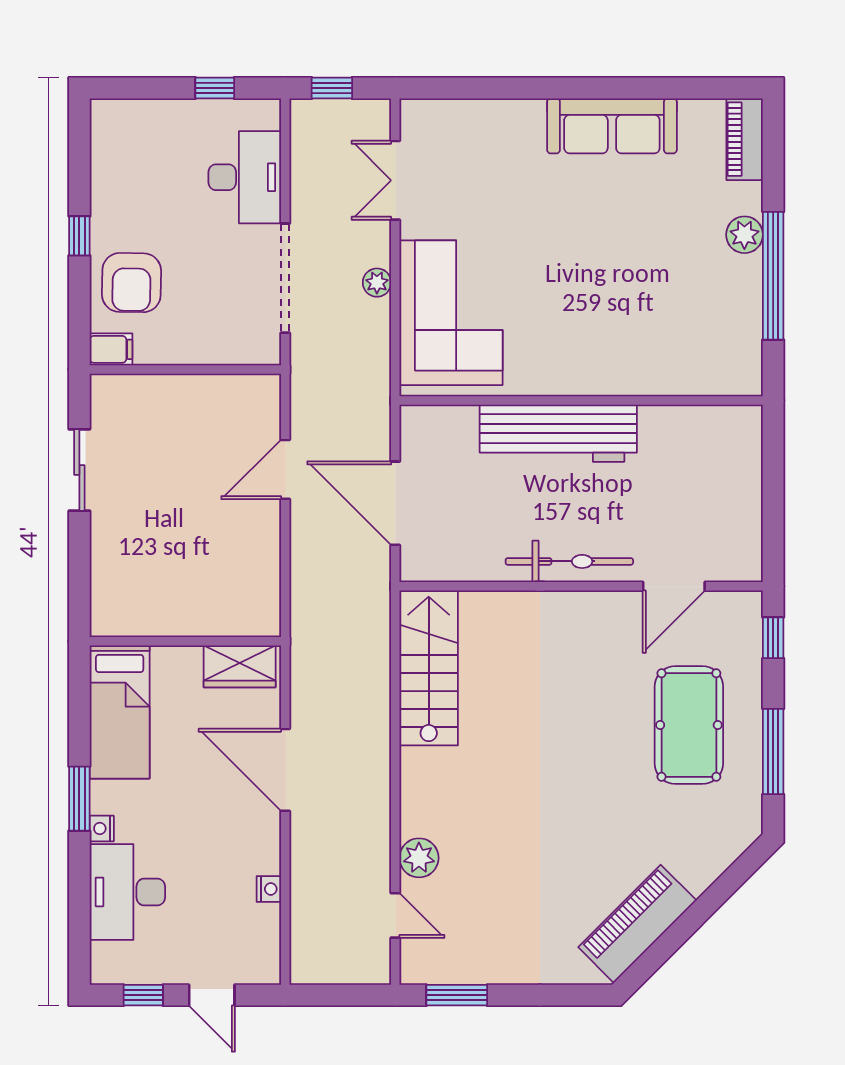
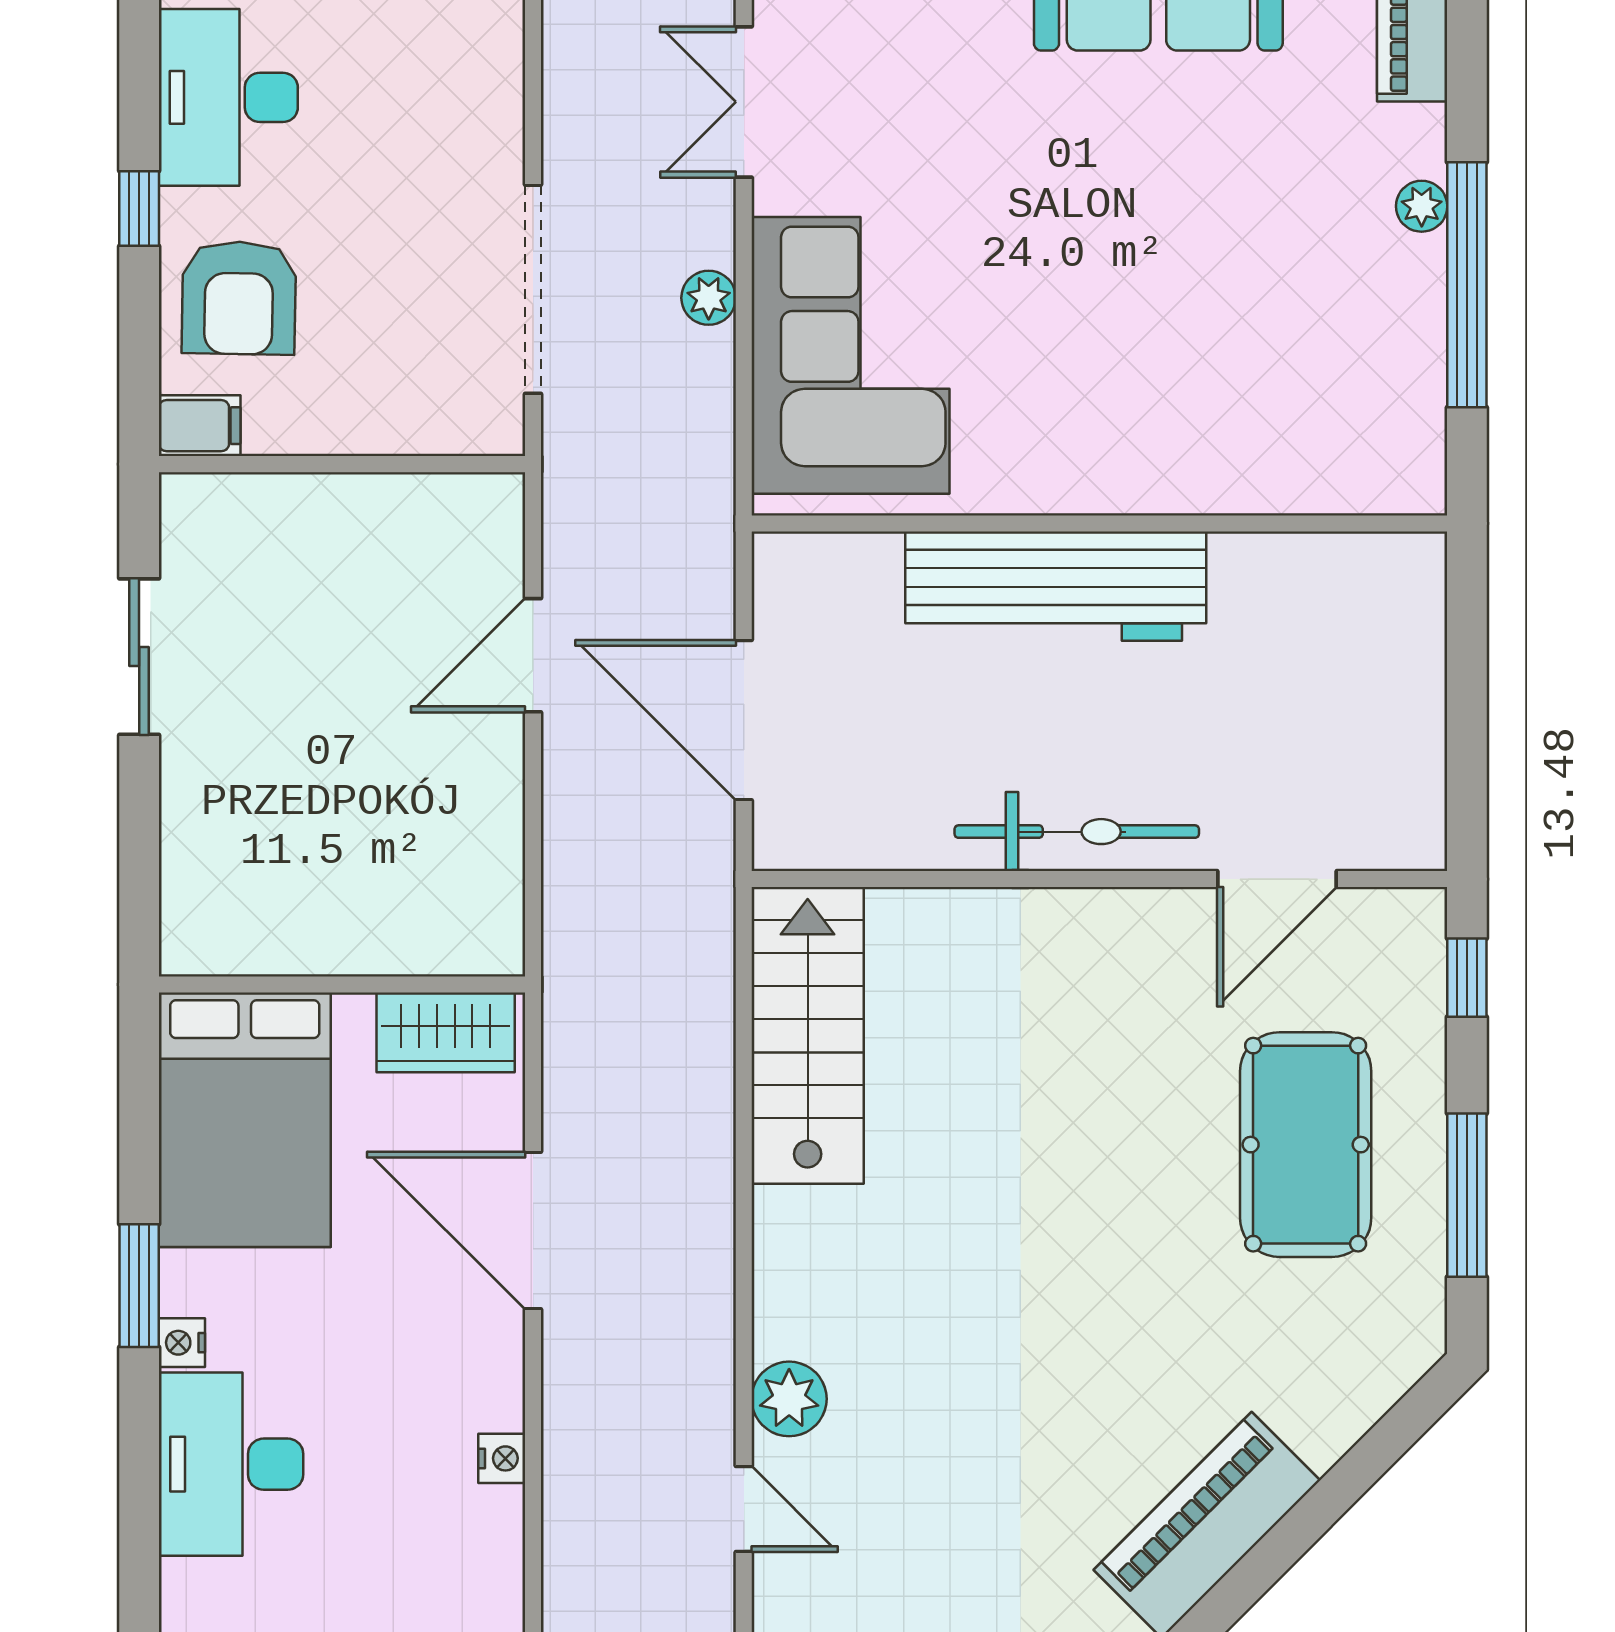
desk: (245, 177) -> (228, 97), moved, turned 180
plant: (744, 235) -> (1422, 206), width x0.73, depth x0.73
bed: (120, 712) -> (245, 1120), width x1.50

